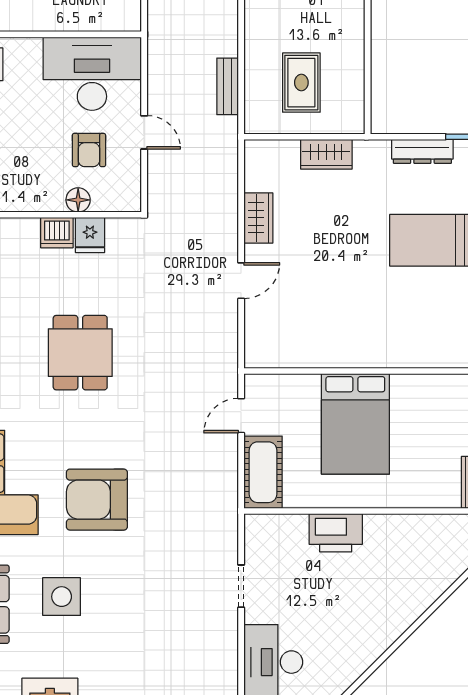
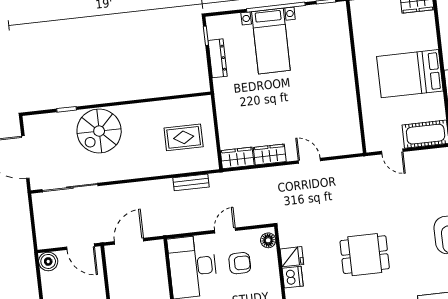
wardrobe: (326, 154) -> (237, 158), moved, turned -90
floor lamp: (78, 200) -> (268, 240), moved
bed: (355, 424) -> (410, 74), moved, turned 180

